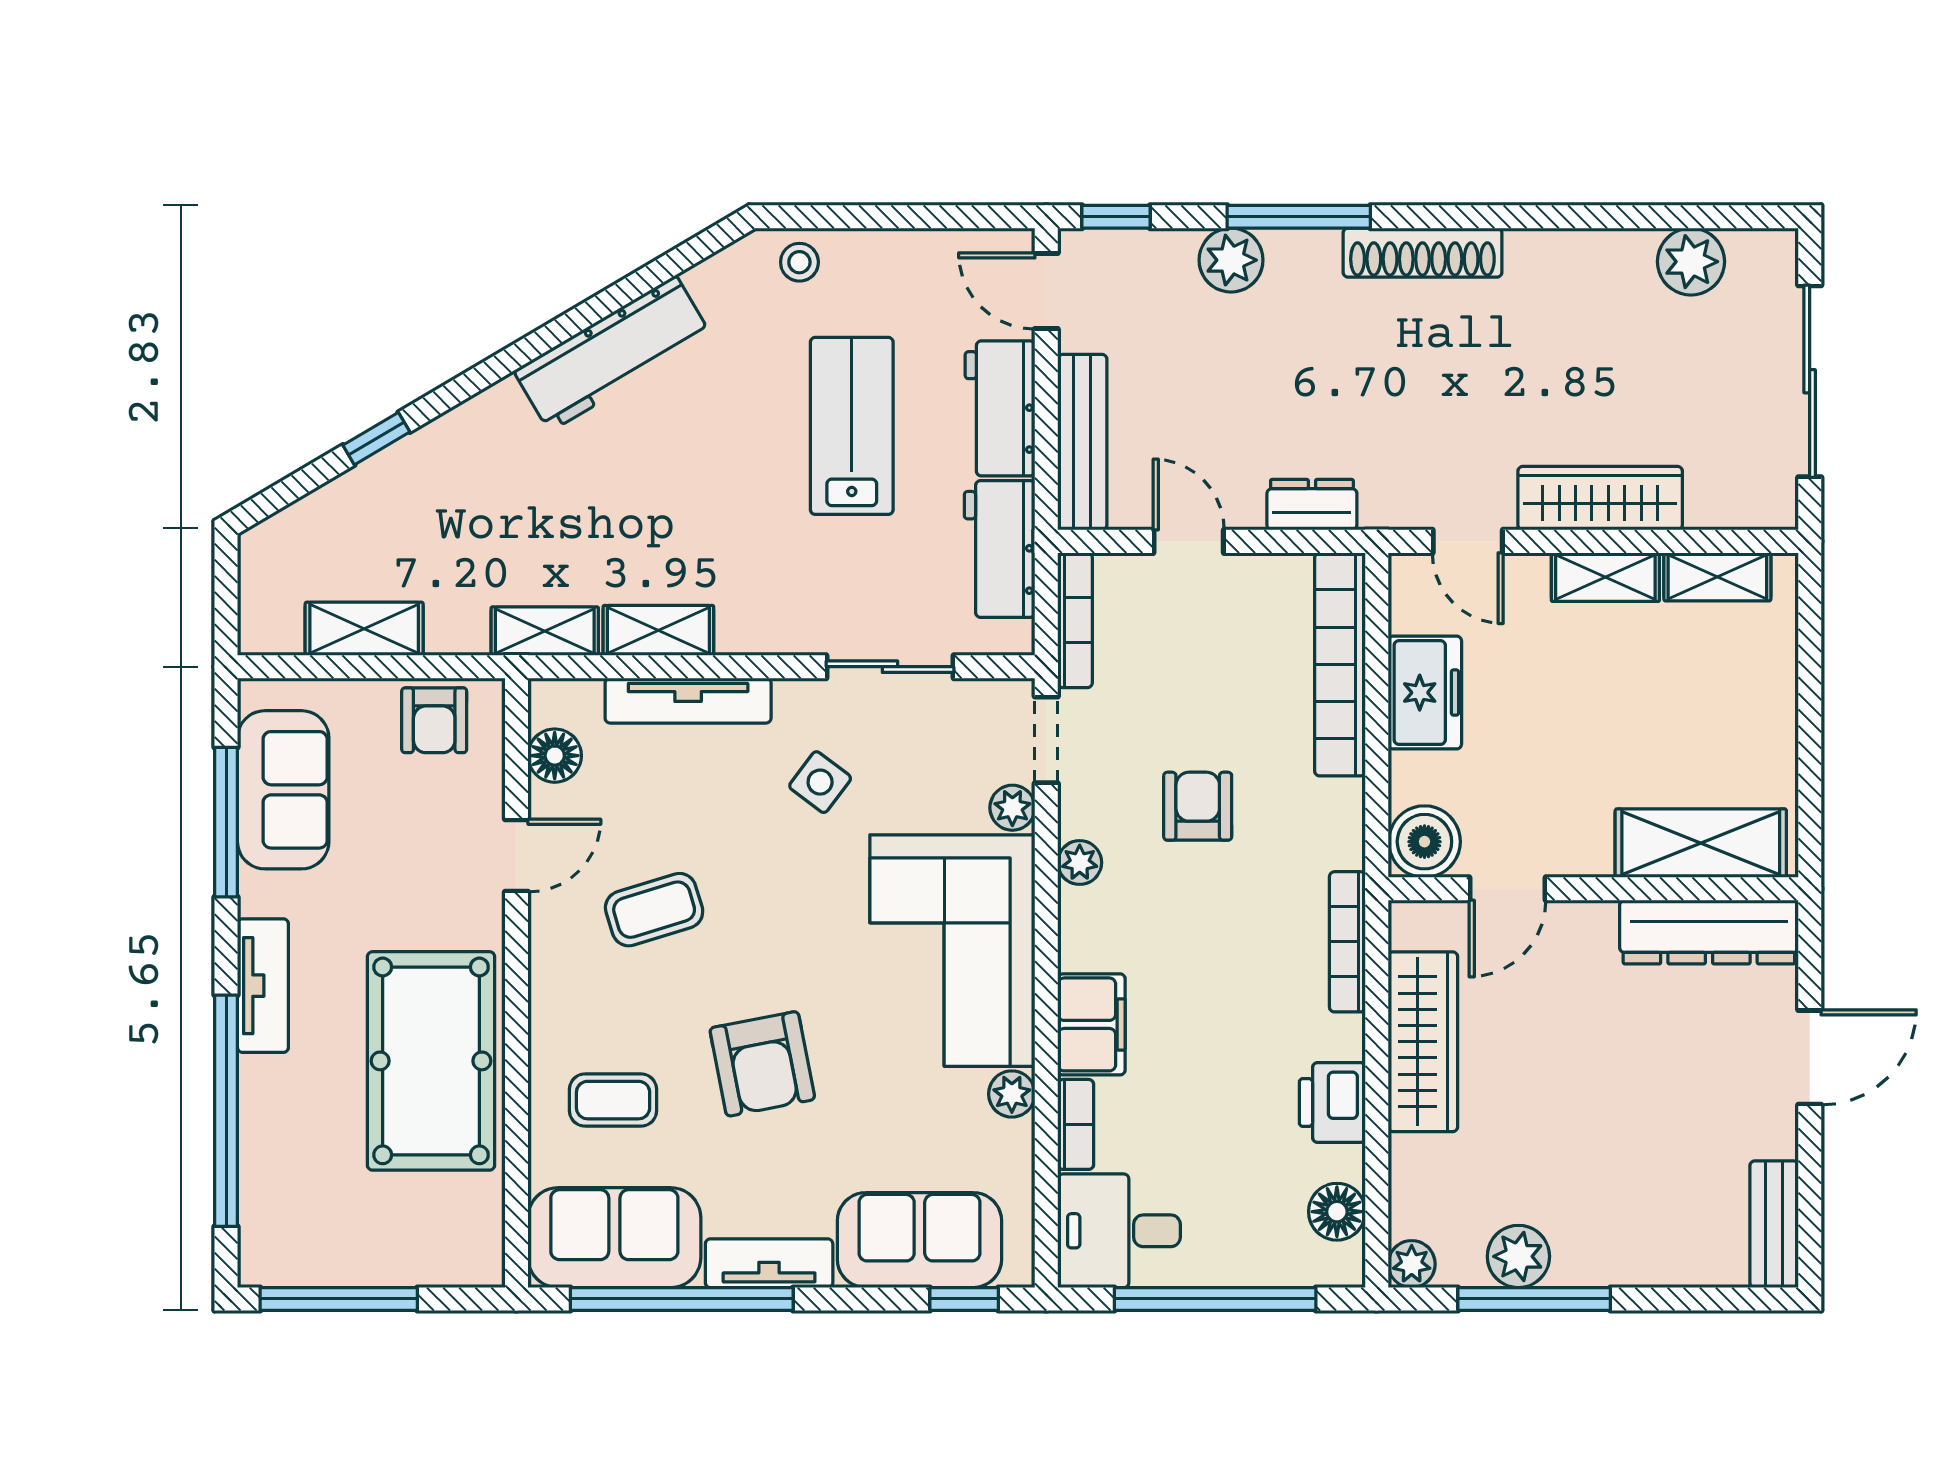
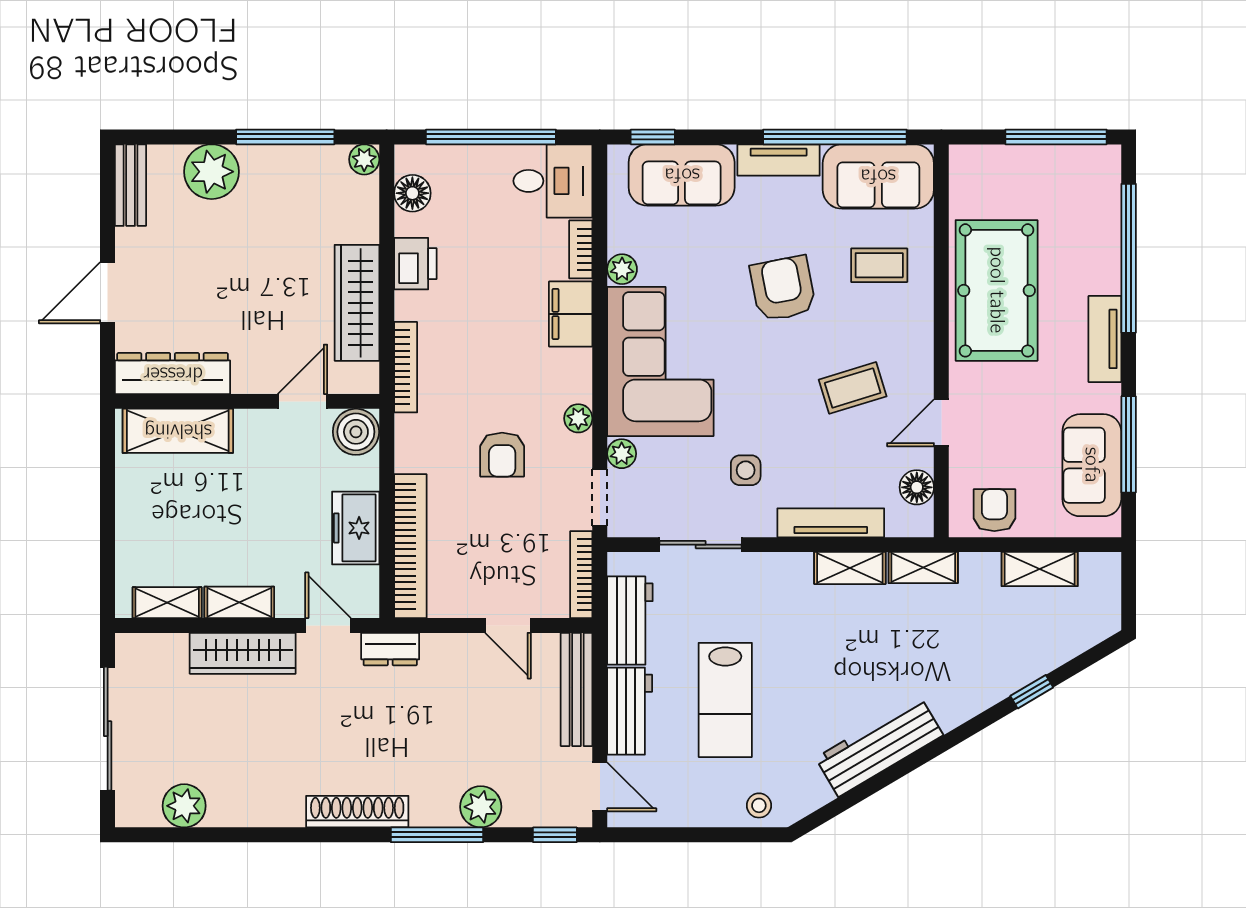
dresser: (1312, 505) -> (390, 649), moved
side table: (820, 782) -> (746, 470), turned -37
plant: (1518, 1256) -> (212, 172), moved, width x1.36, depth x1.36

